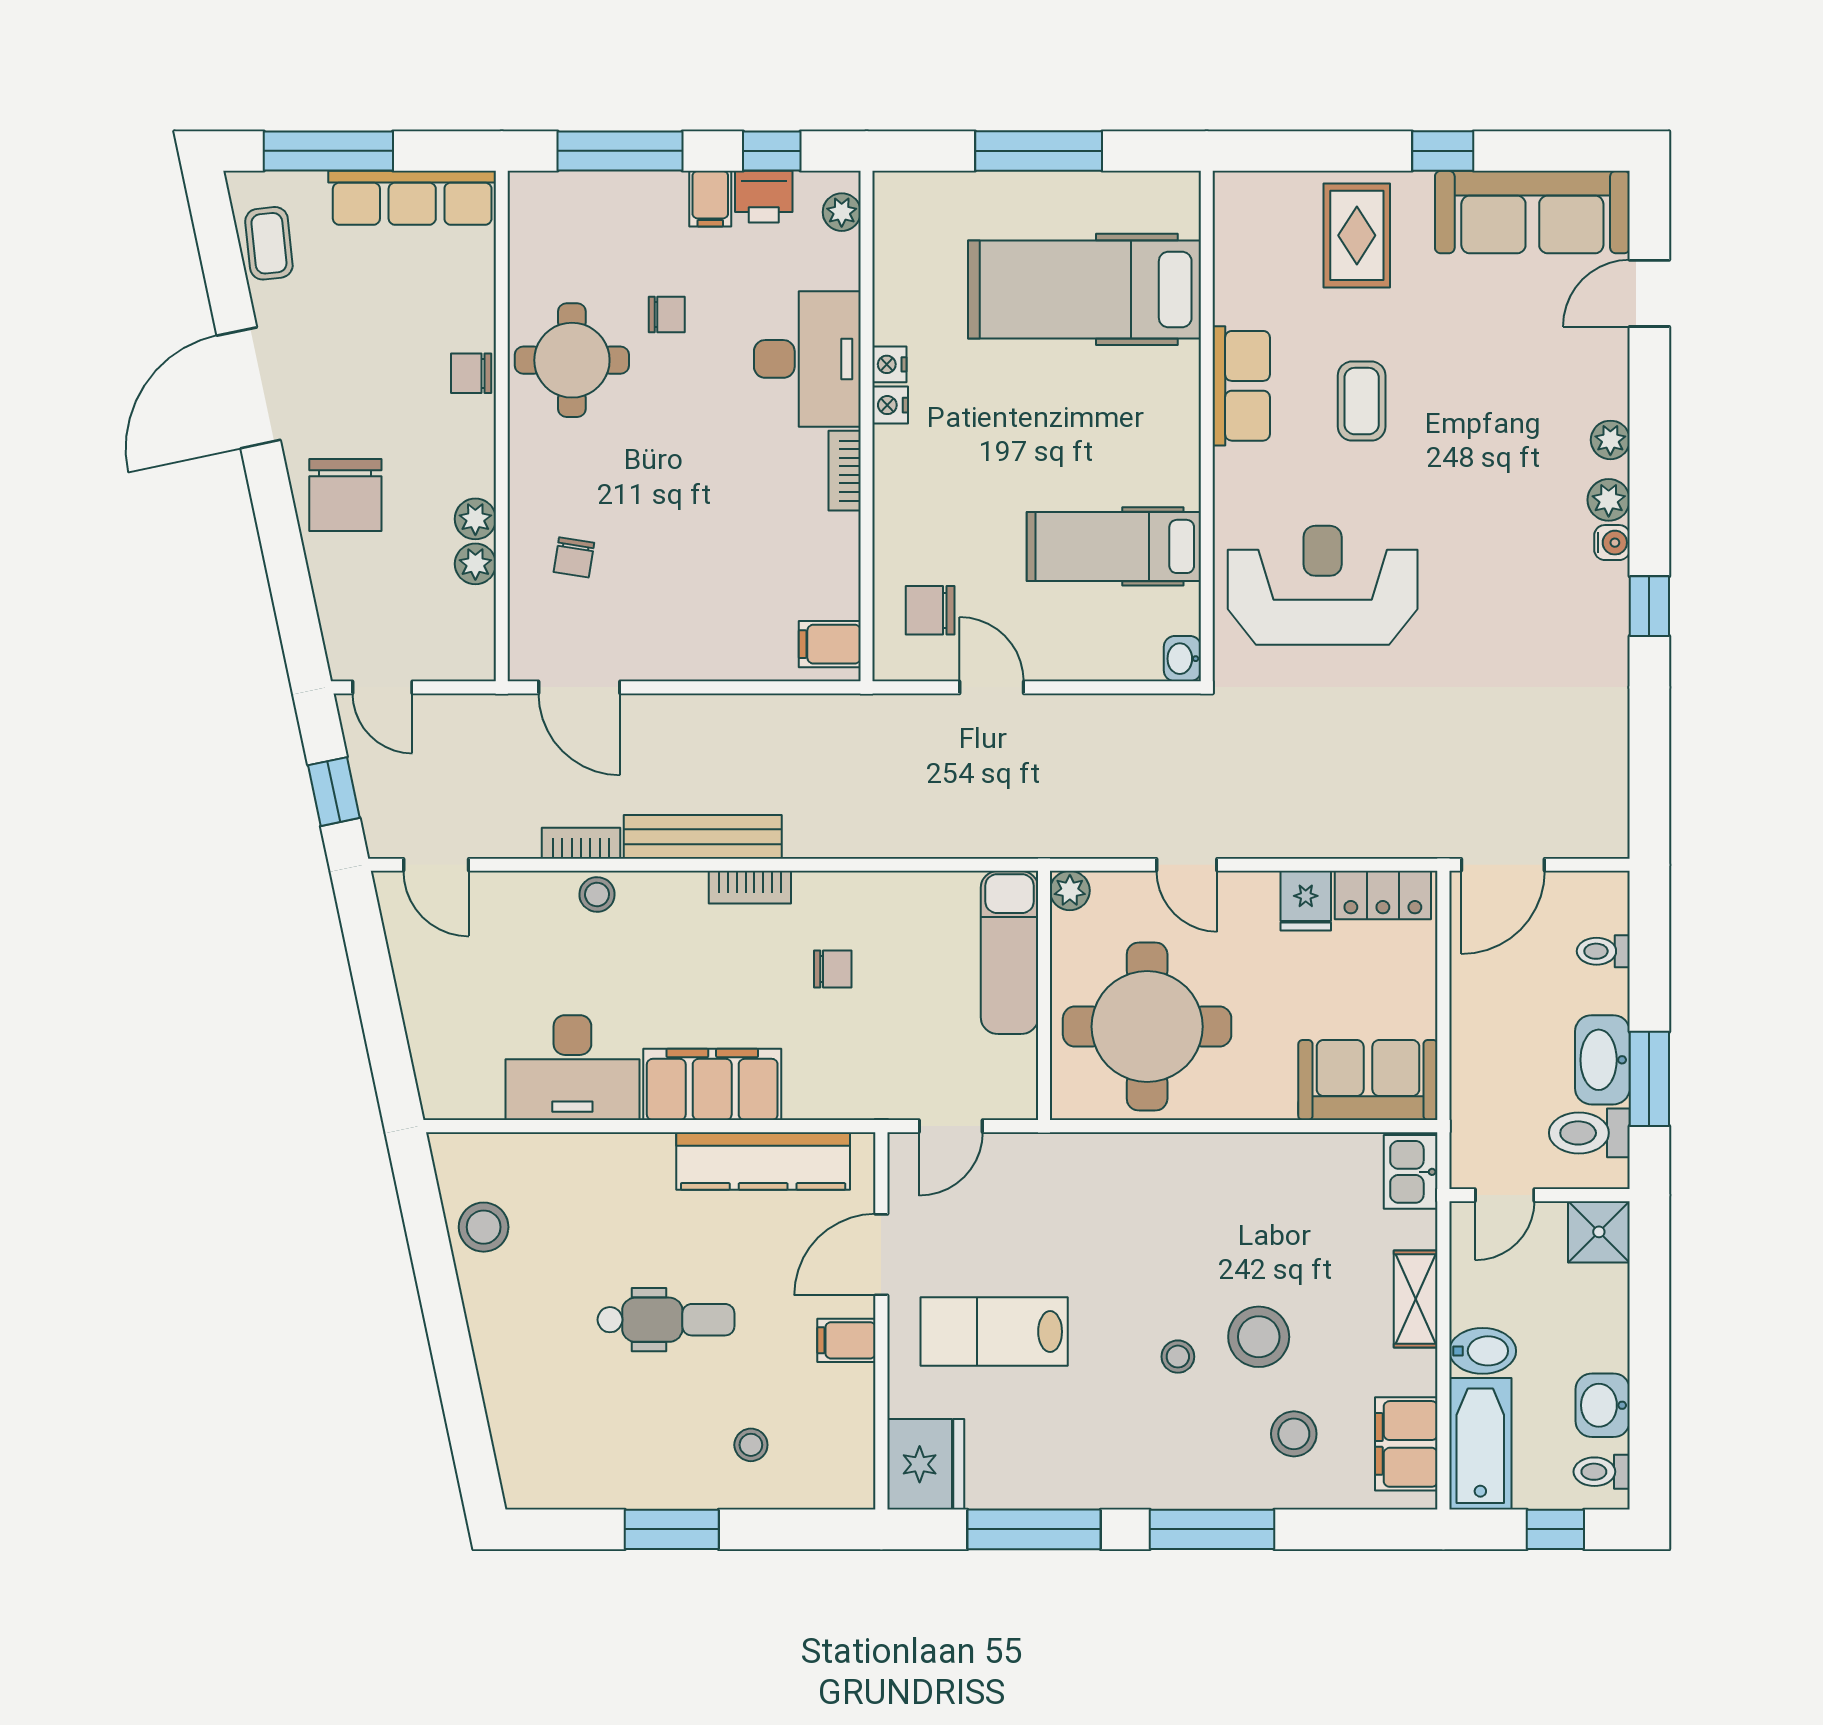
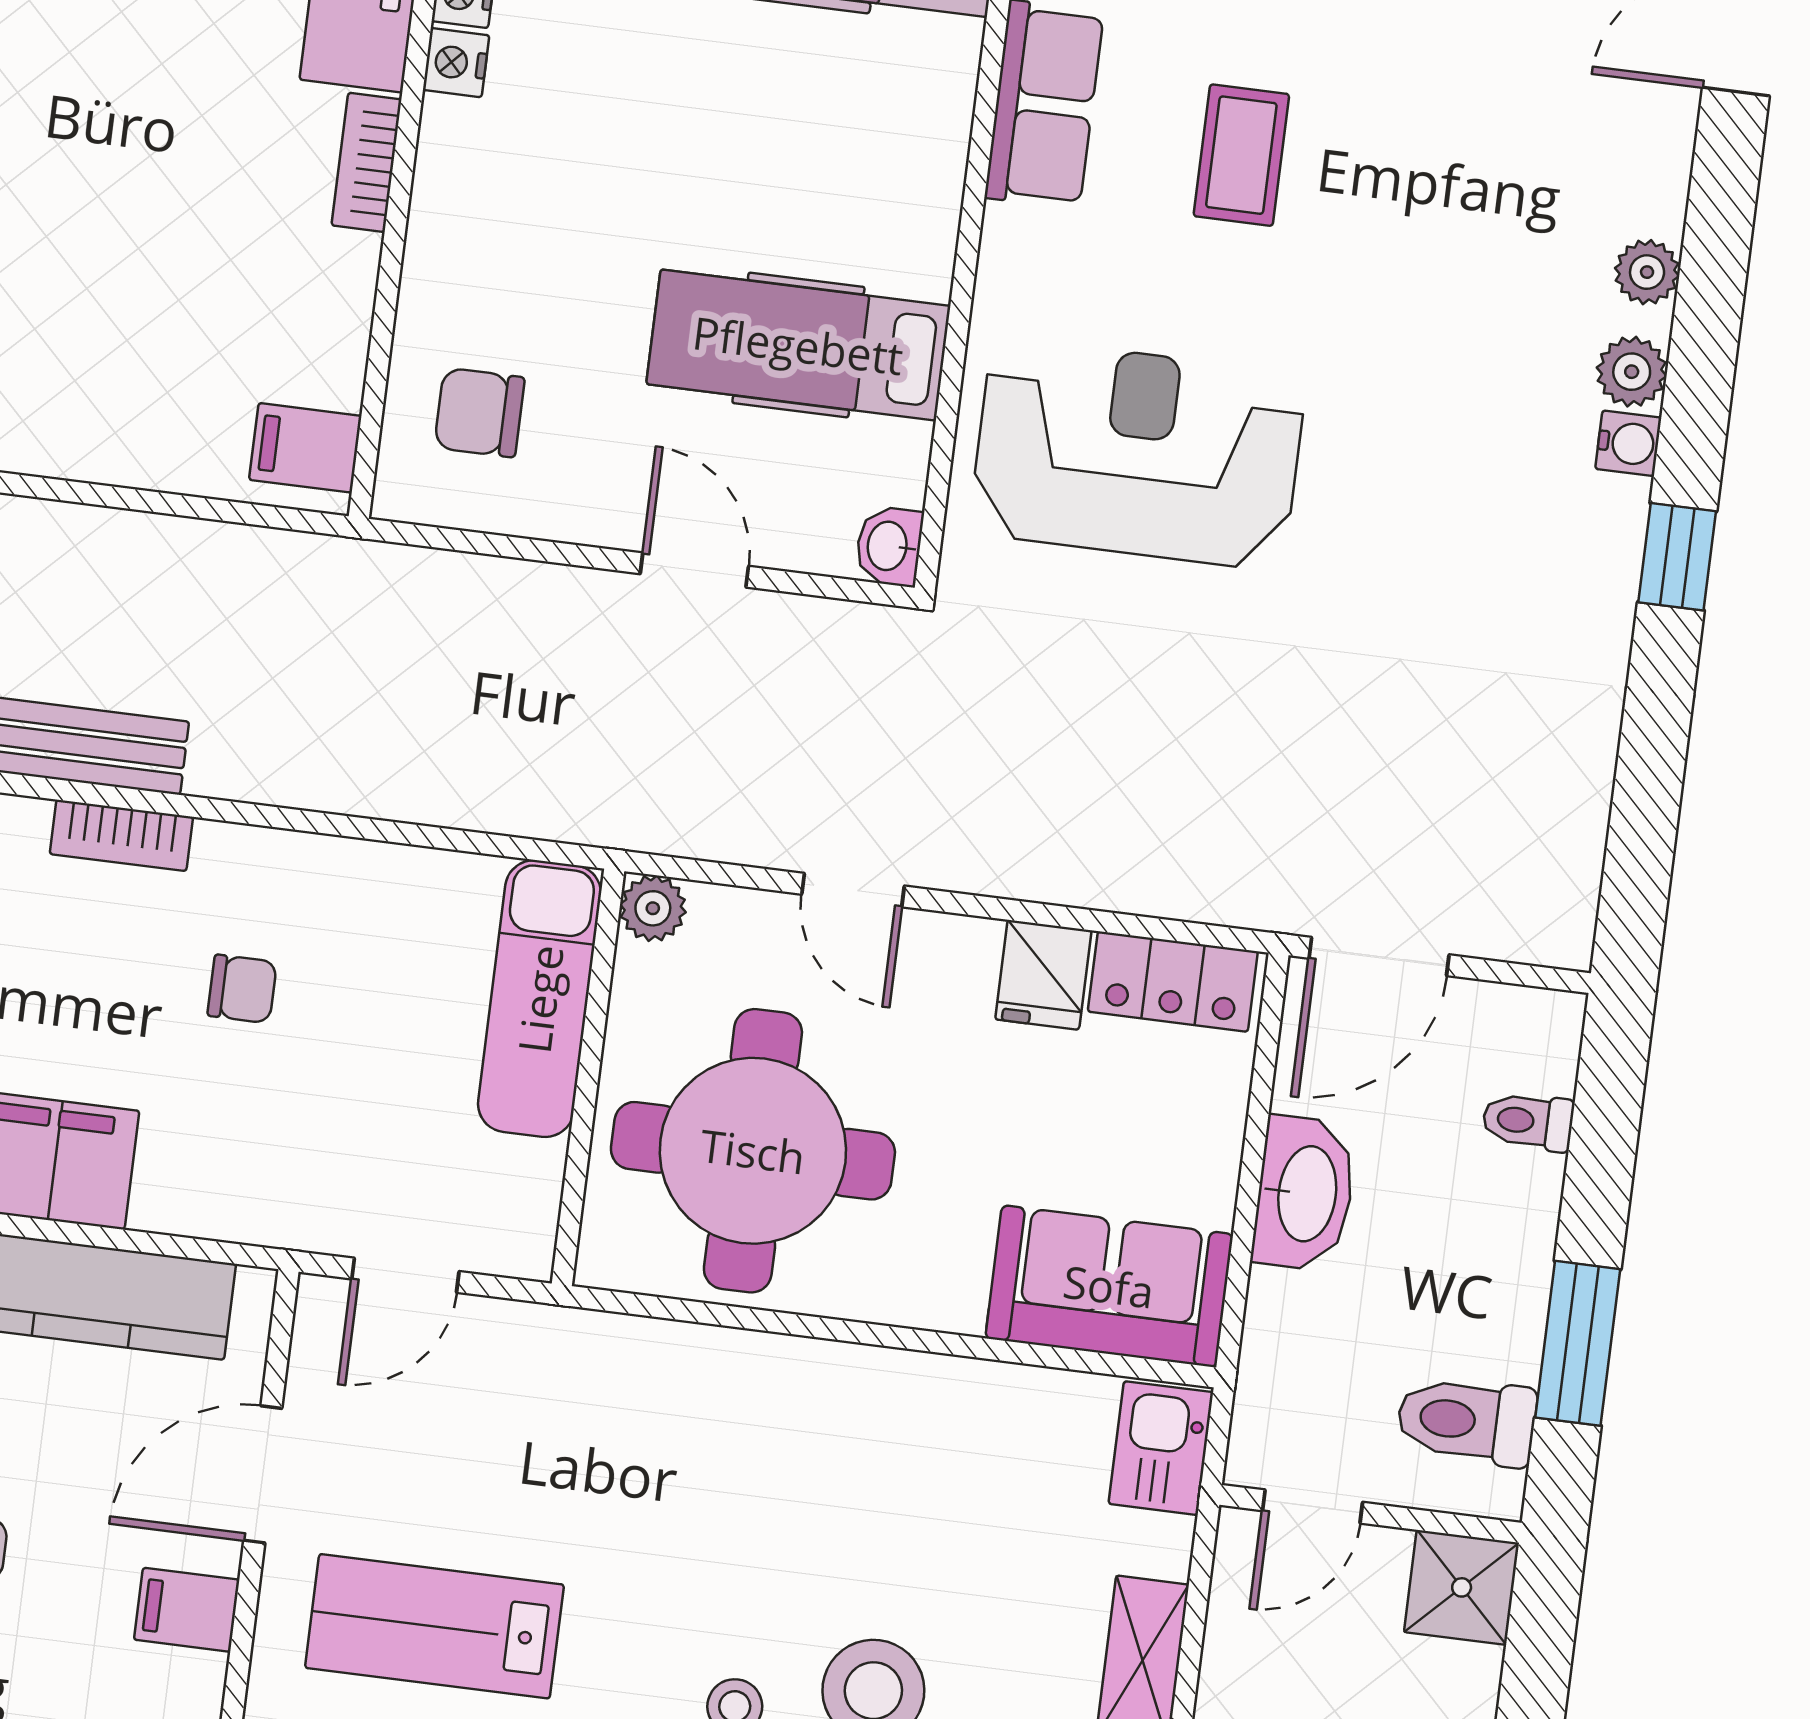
door: (992, 687) -> (694, 570), moved
washbasin: (1602, 1060) -> (1305, 1193), moved, turned 180

